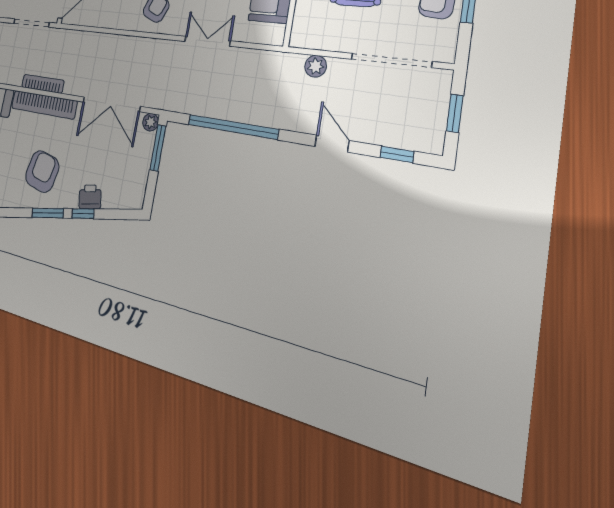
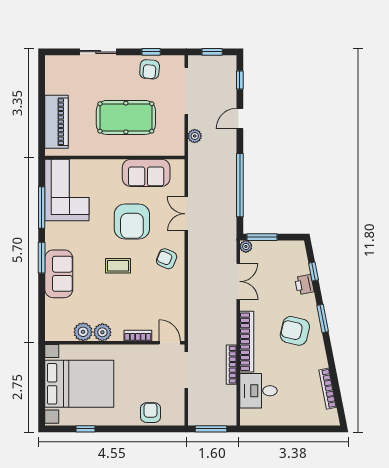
bookcase: (43, 84) -> (231, 365), moved
double door: (111, 104) -> (238, 281), width x0.73
window: (83, 214) -> (313, 271), moved

